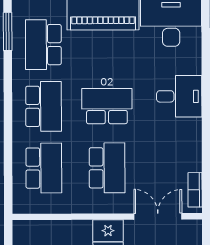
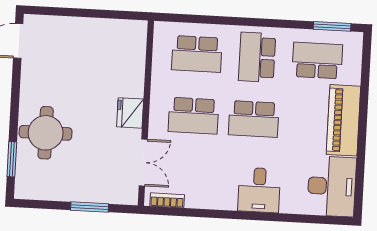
school desk: (44, 106) -> (257, 57), turned 90
school desk: (107, 106) -> (254, 119), turned 90

